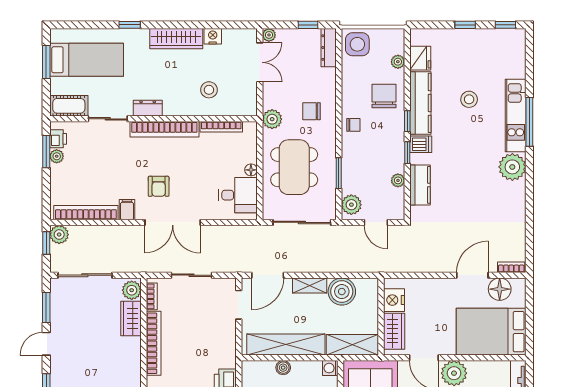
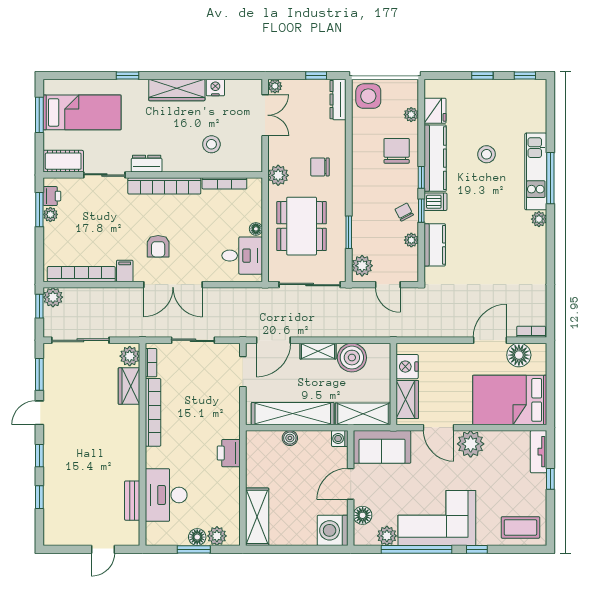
chair: (353, 125) -> (404, 212), moved, turned -118
plant: (512, 167) -> (539, 219), width x0.53, depth x0.53

